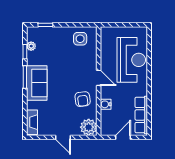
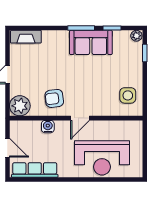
plant: (31, 46) -> (136, 36), moved
sofa: (37, 83) -> (91, 42), moved

